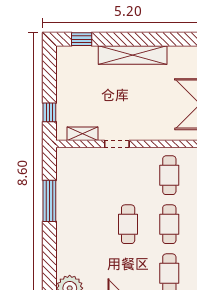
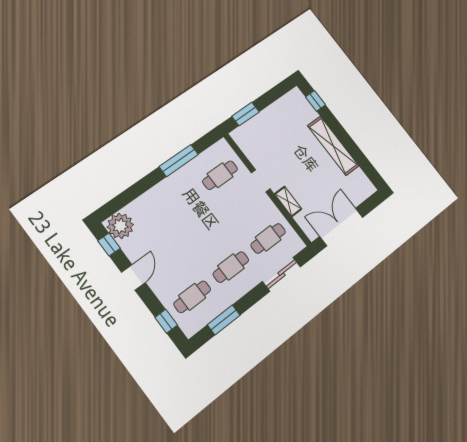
window: (49, 112) -> (245, 114), width x1.50
shelving: (83, 134) -> (288, 201), moved
cafe table: (128, 224) -> (220, 175), moved

